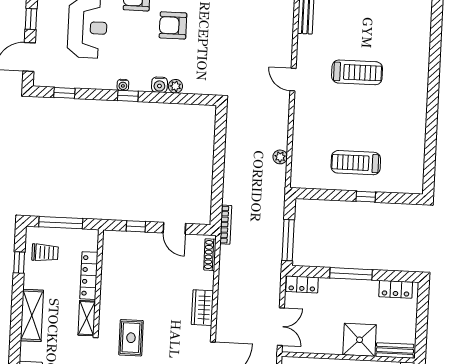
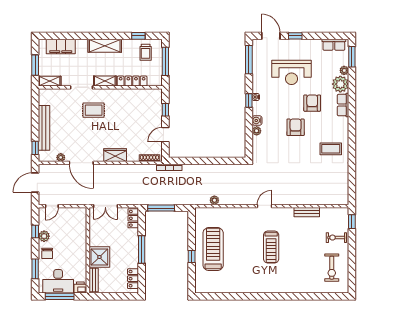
window: (64, 93) -> (249, 60), width x2.17
treadmill: (356, 163) -> (213, 249), width x1.37, depth x1.38

